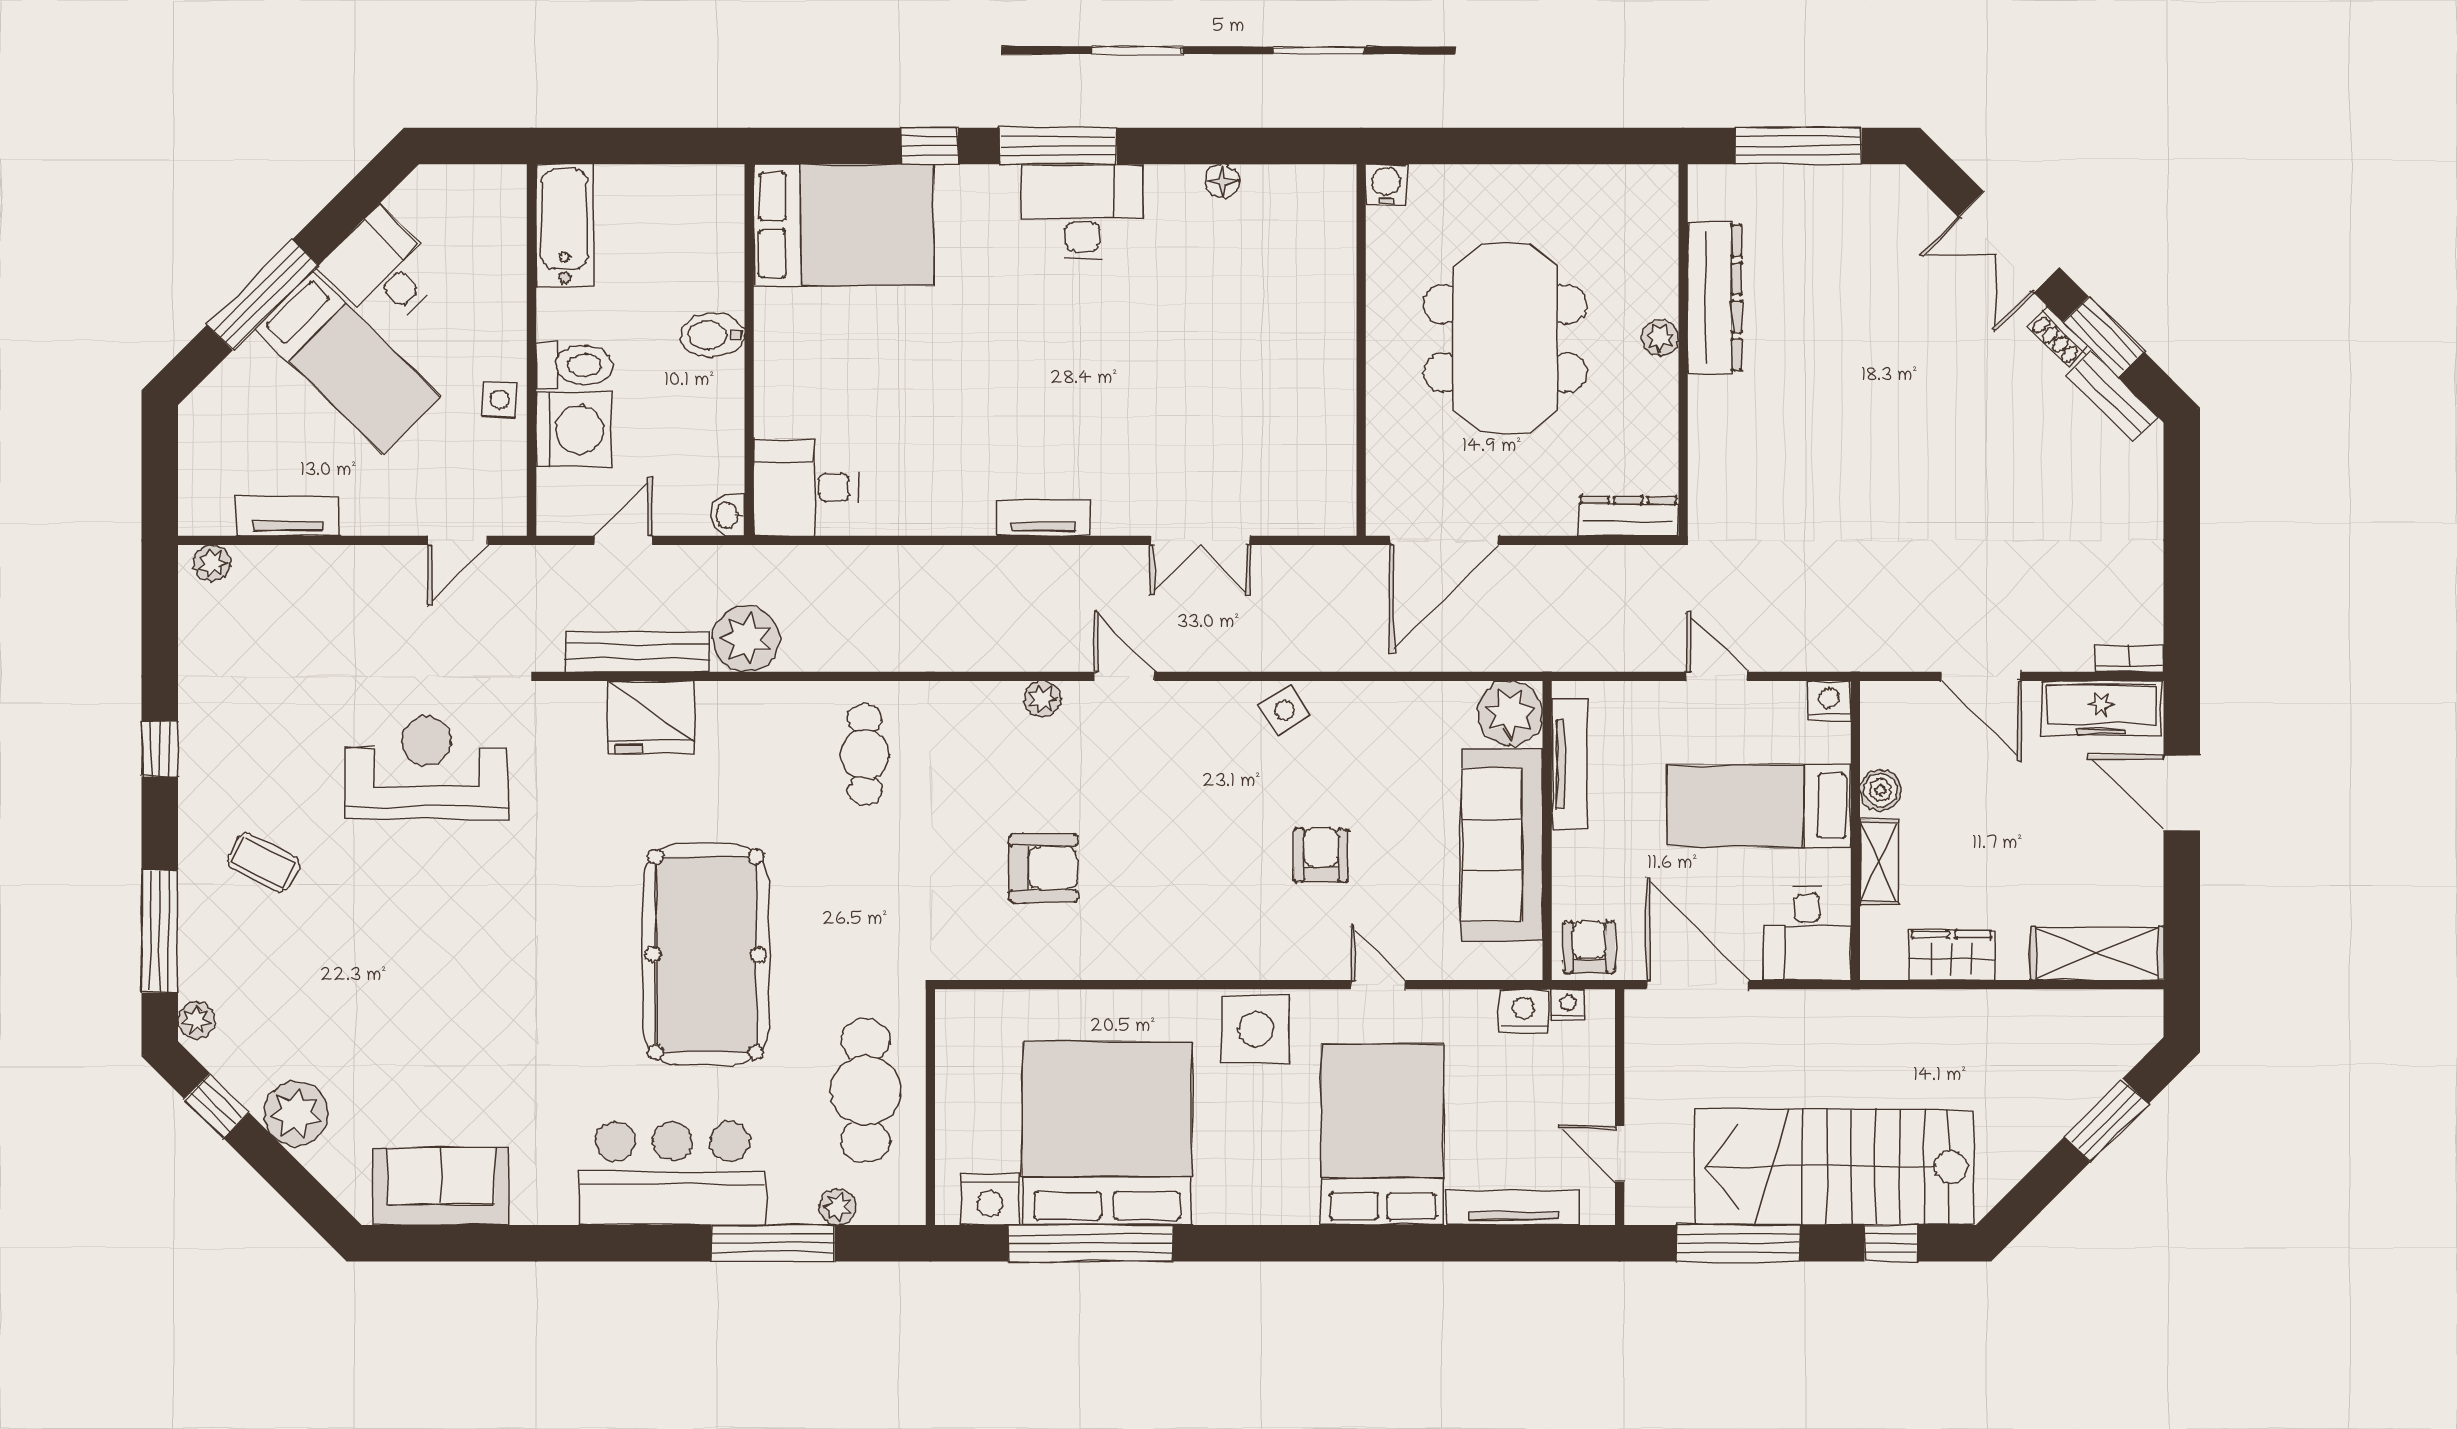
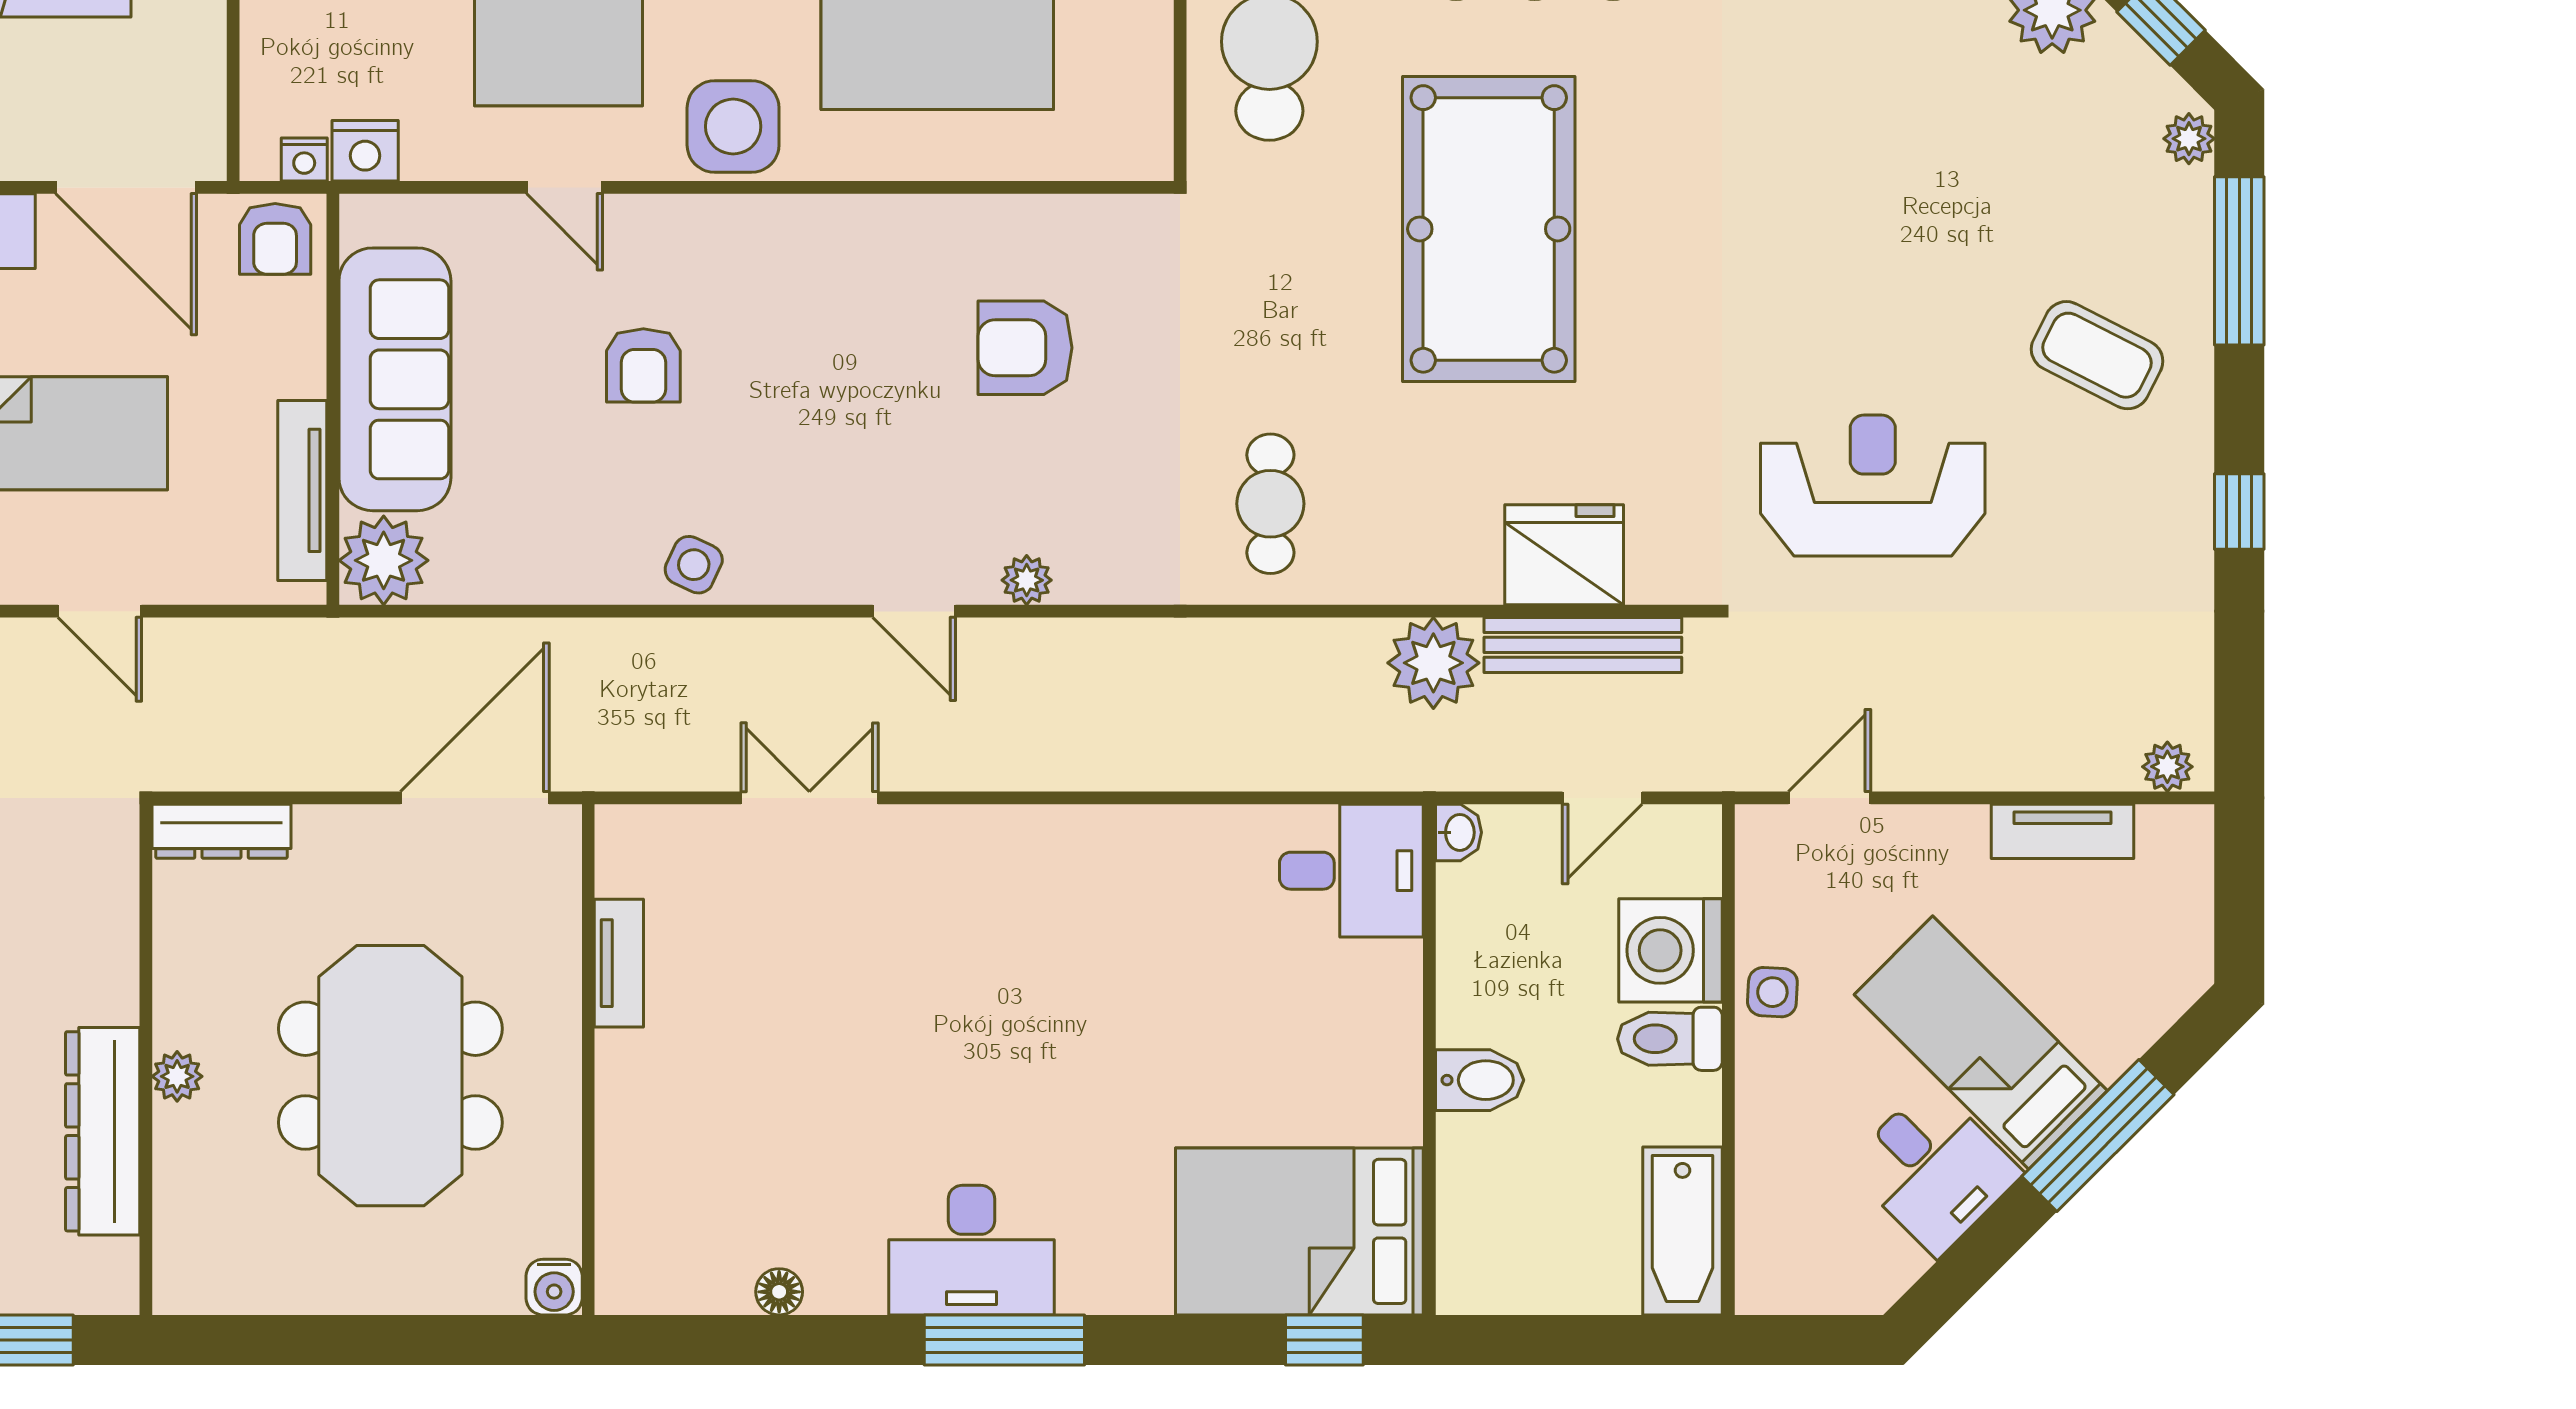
window: (930, 146) -> (1324, 1340), moved
tv unit: (1043, 518) -> (619, 963), moved, turned -90
side table: (1284, 710) -> (694, 565), turned -33
reception desk: (426, 768) -> (1873, 486), turned 180
coffee table: (263, 863) -> (2097, 355), width x1.36, depth x1.30

